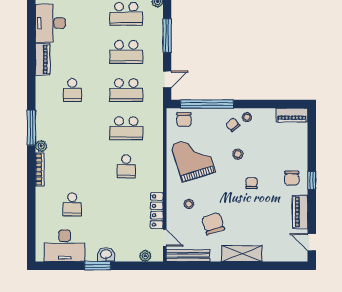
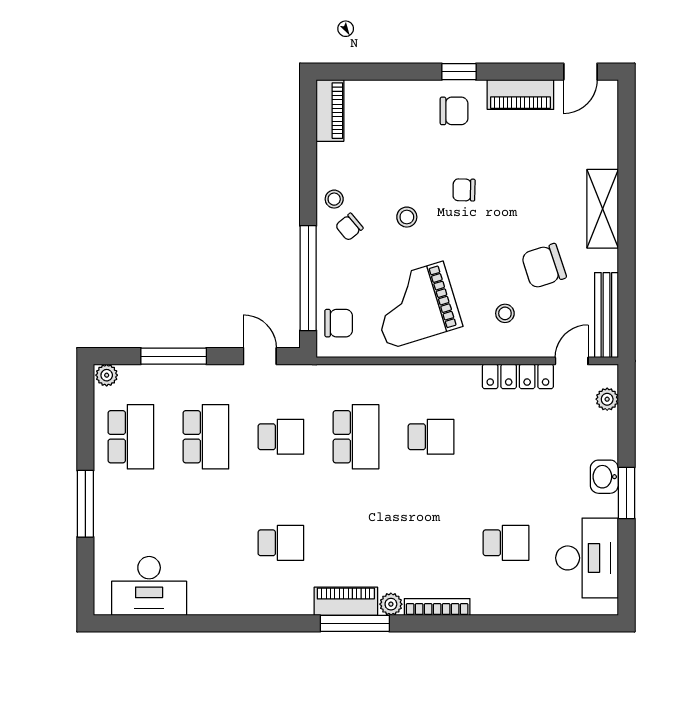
piano: (43, 59) -> (346, 601), moved
school desk: (126, 90) -> (281, 437), width x0.54

